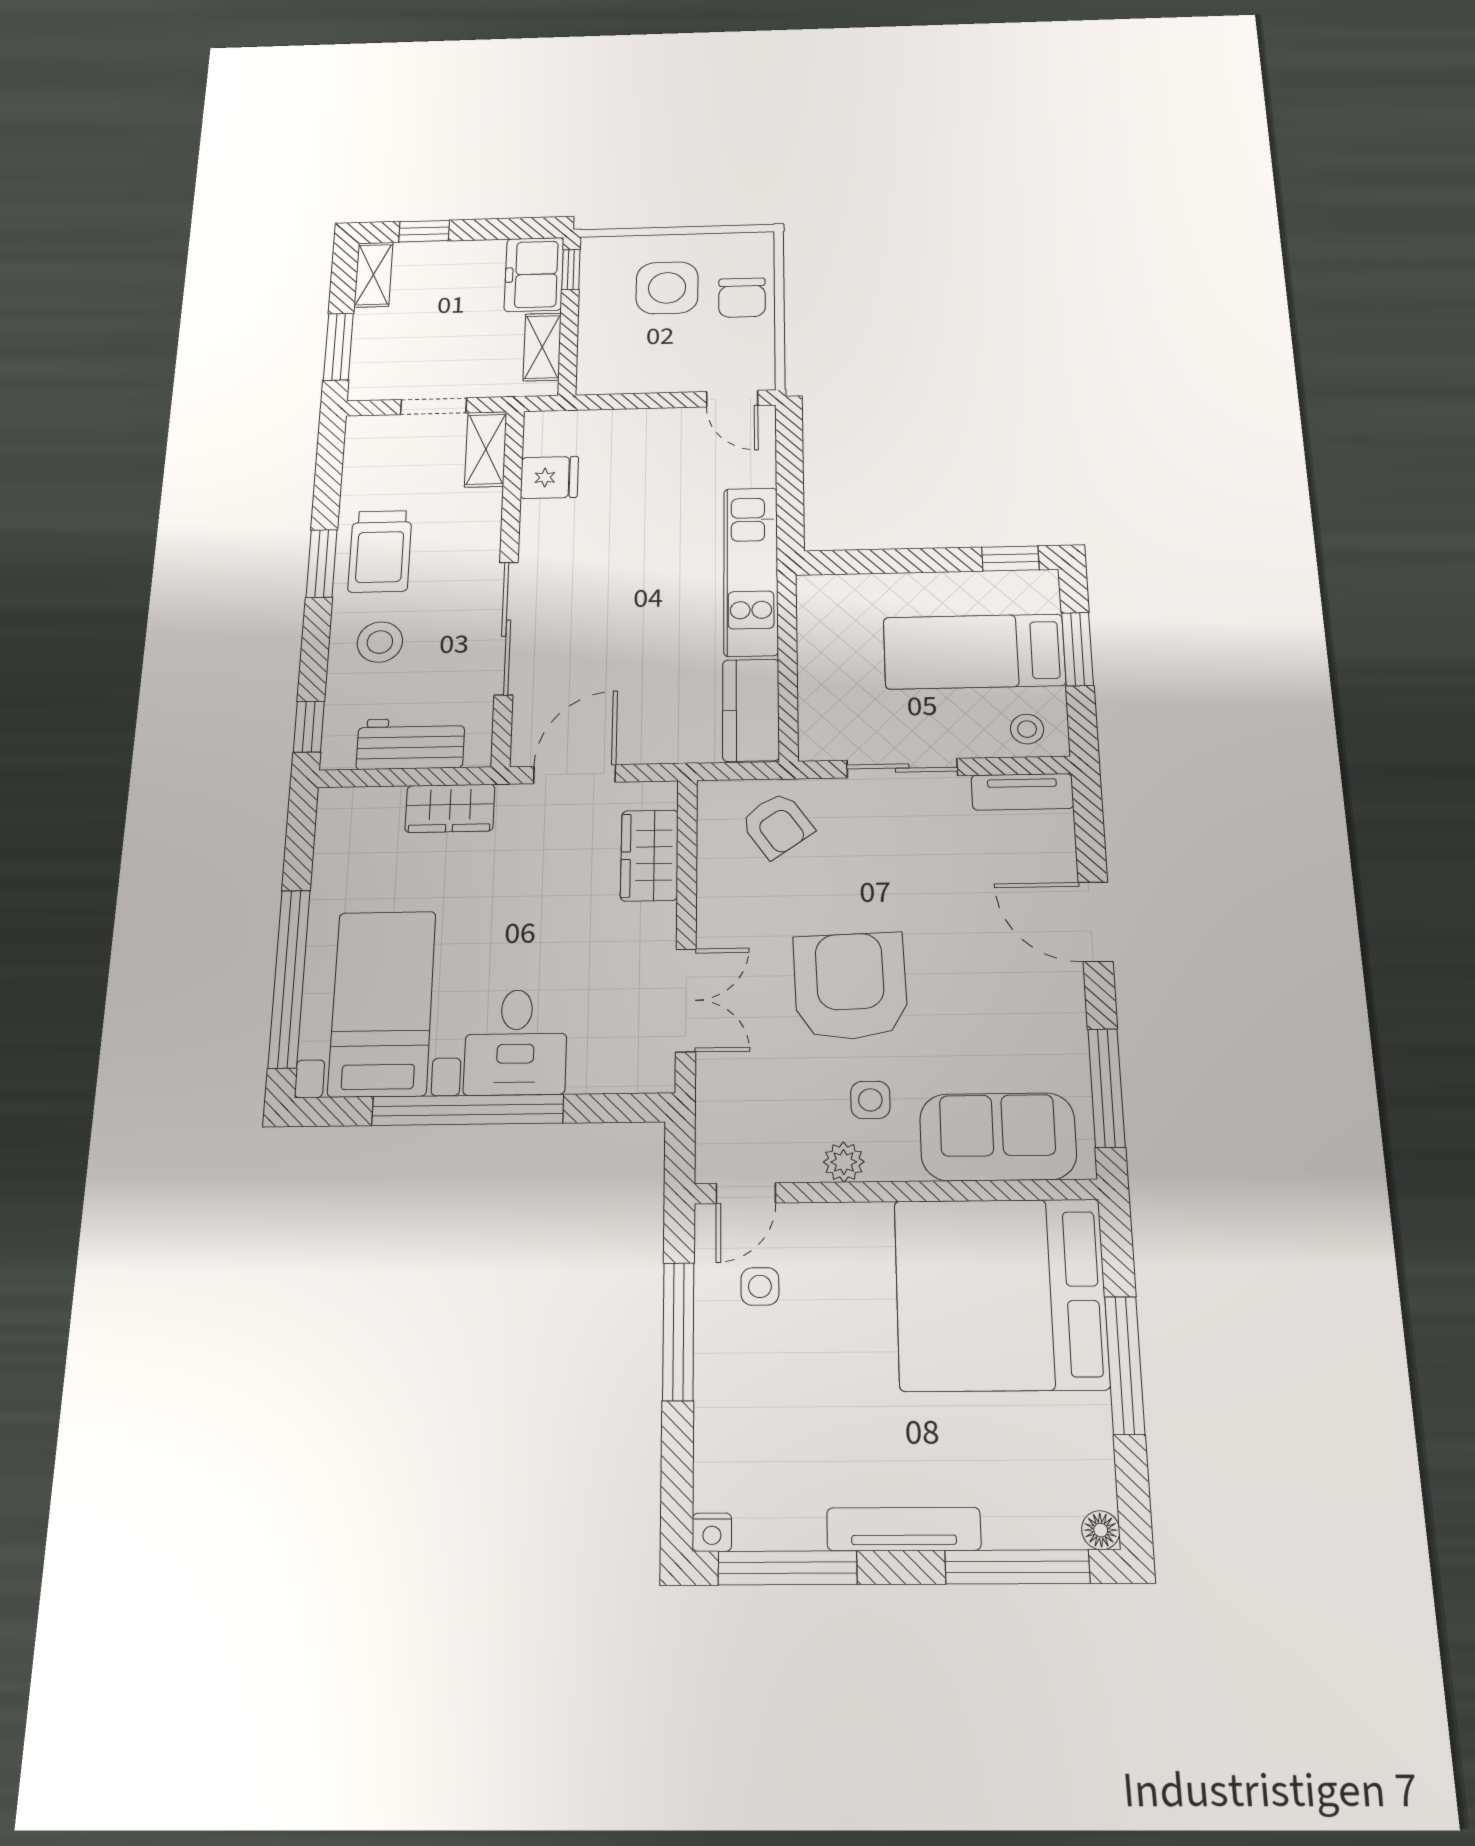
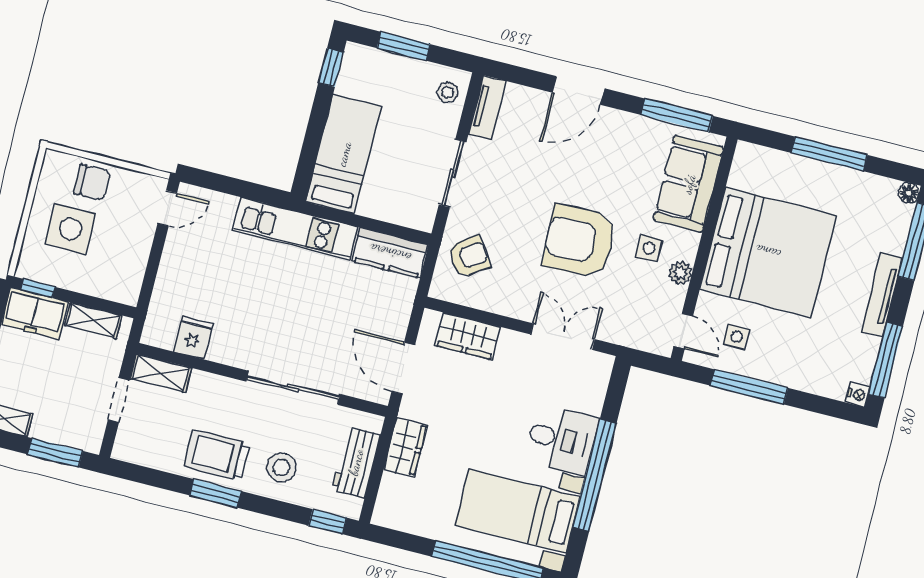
trolley: (380, 551) -> (217, 455), turned 180
bed: (974, 652) -> (344, 154), moved, turned 180
bed: (1001, 1294) -> (768, 252), moved, turned -90

